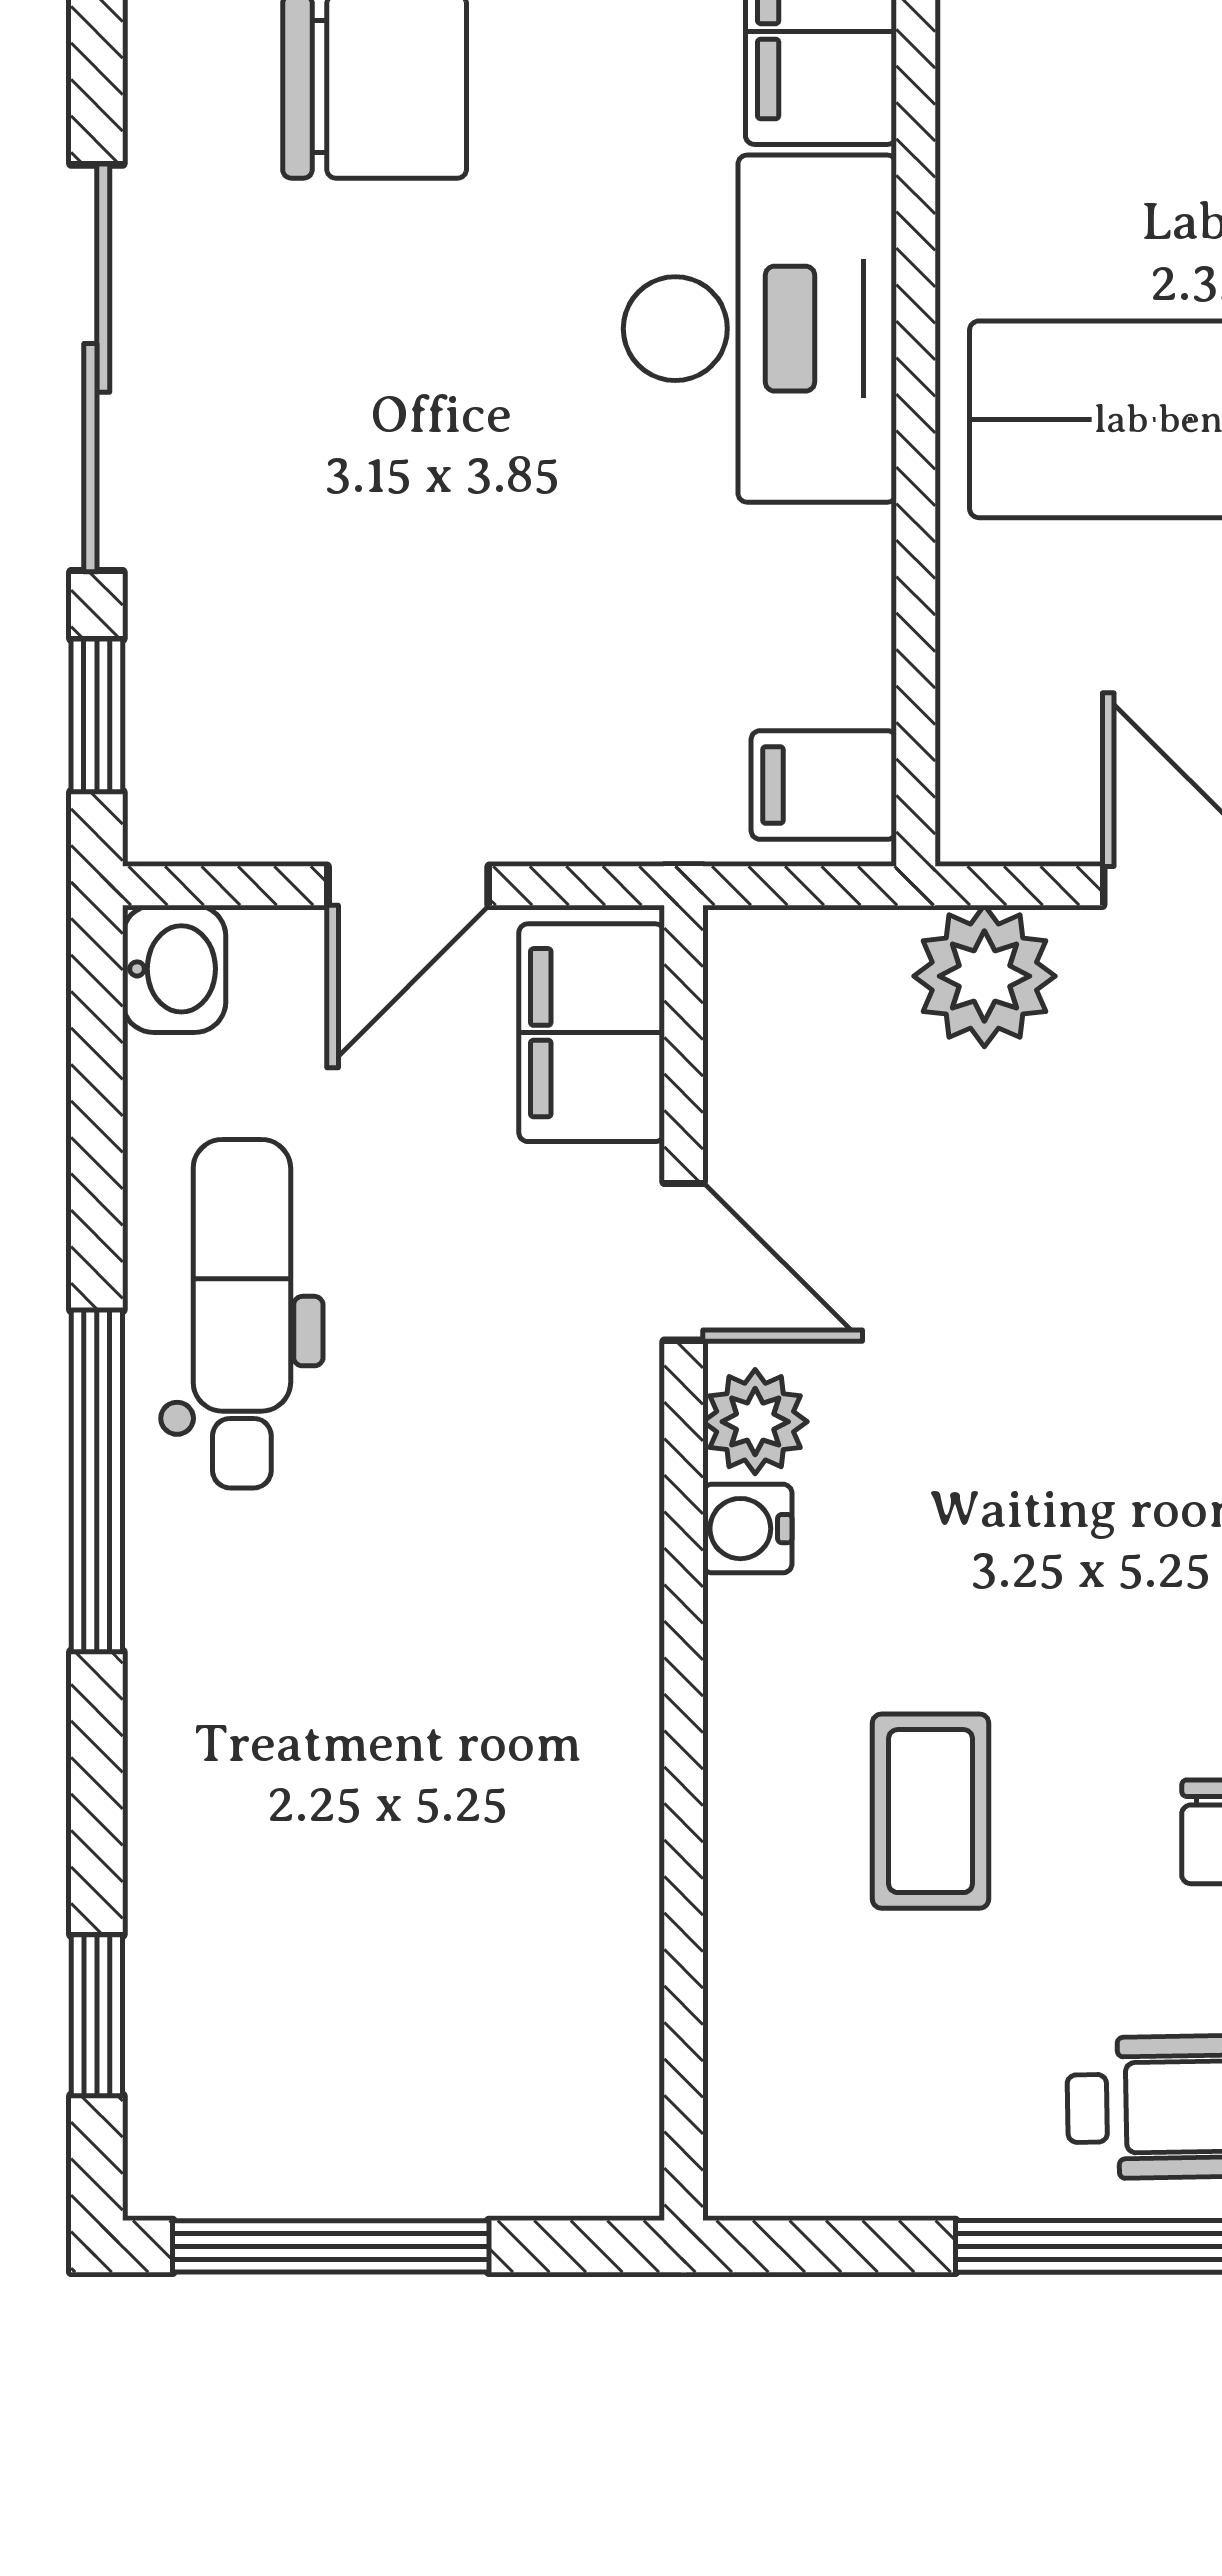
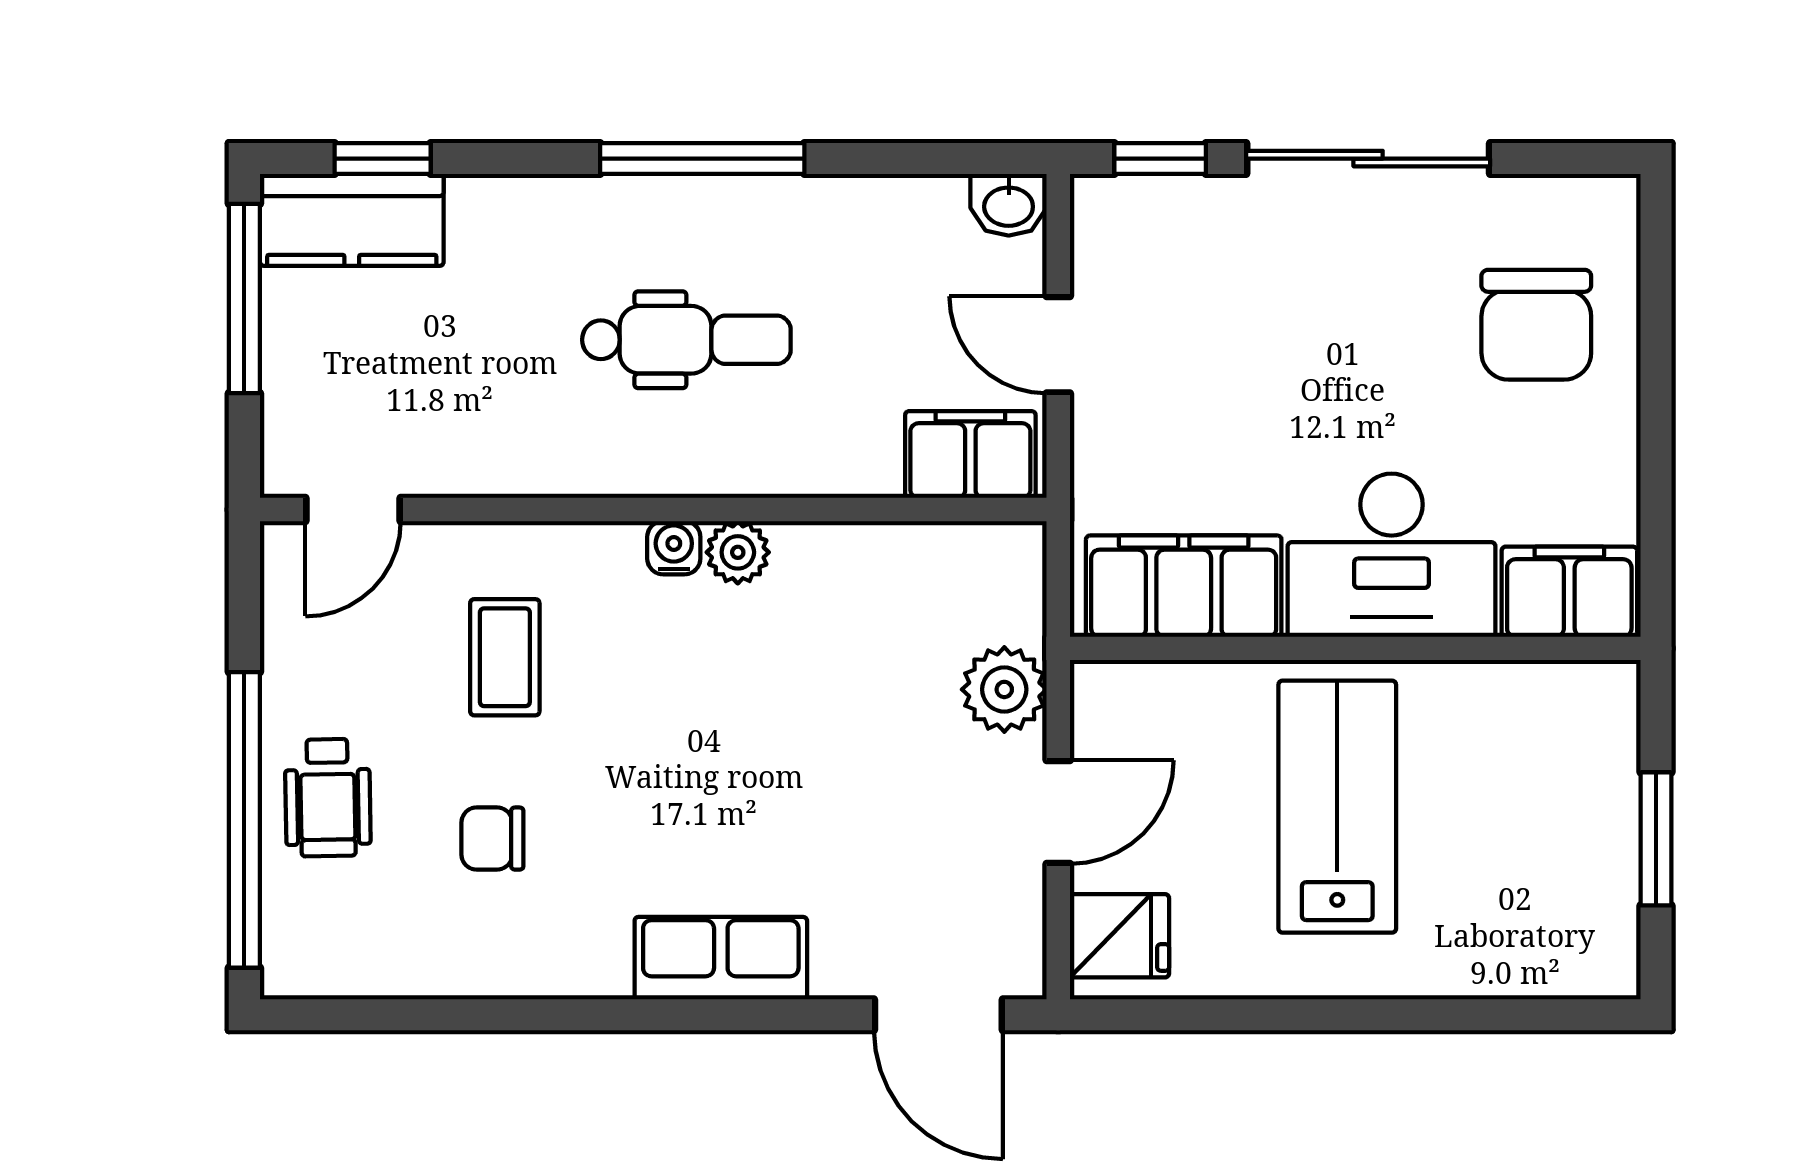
filing cabinet: (824, 785) -> (1184, 586), width x3.00, depth x1.17
door: (684, 1262) -> (353, 510), moved
dental chair: (242, 1314) -> (686, 340), moved
coffee table: (931, 1811) -> (505, 657), turned 90
kitchen counter: (199, 2067) -> (352, 220), added

